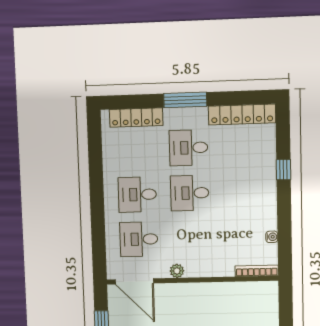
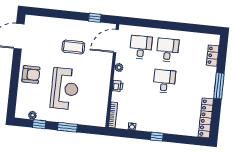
locker: (136, 118) -> (213, 56), width x0.66
desk: (188, 148) -> (191, 84), removed
window: (283, 170) -> (157, 137), moved
printer: (208, 269) -> (118, 86), added

